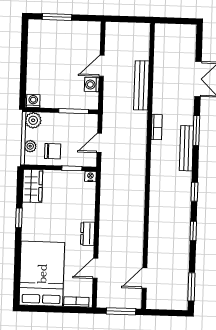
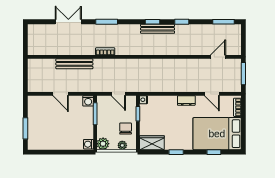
washing machine: (92, 85) -> (88, 101), moved
bench: (186, 148) -> (158, 29), moved
window: (17, 269) -> (214, 152), added
door: (145, 278) -> (218, 57), swing flipped

